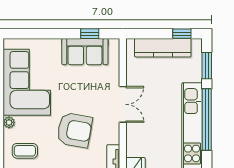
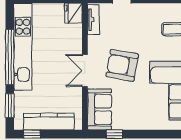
sofa: (85, 52) -> (100, 109), moved, turned 90
armchair: (74, 130) -> (122, 65), moved

